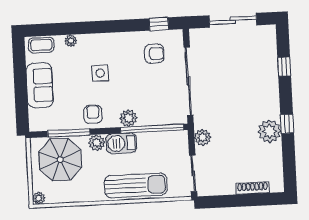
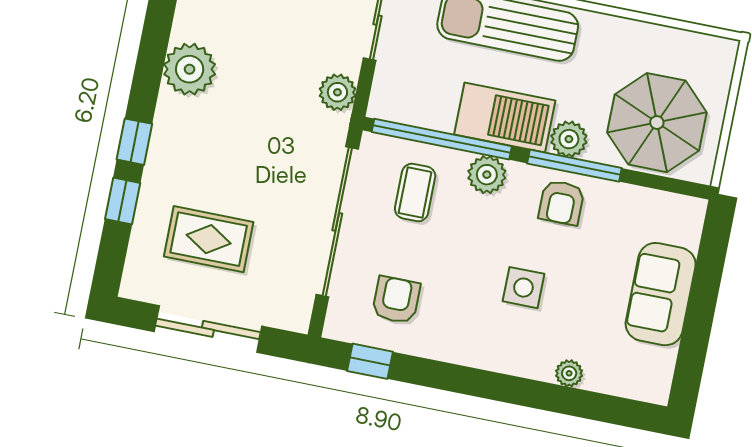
coffee table: (41, 45) -> (415, 192), moved, turned 90
armchair: (154, 54) -> (396, 300), turned 90
rug: (243, 59) -> (209, 239), added
window: (287, 124) -> (134, 142), moved
window: (69, 133) -> (574, 166), moved
barbecue: (121, 143) -> (505, 118), width x1.37, depth x1.21
plant: (39, 198) -> (724, 51), removed

